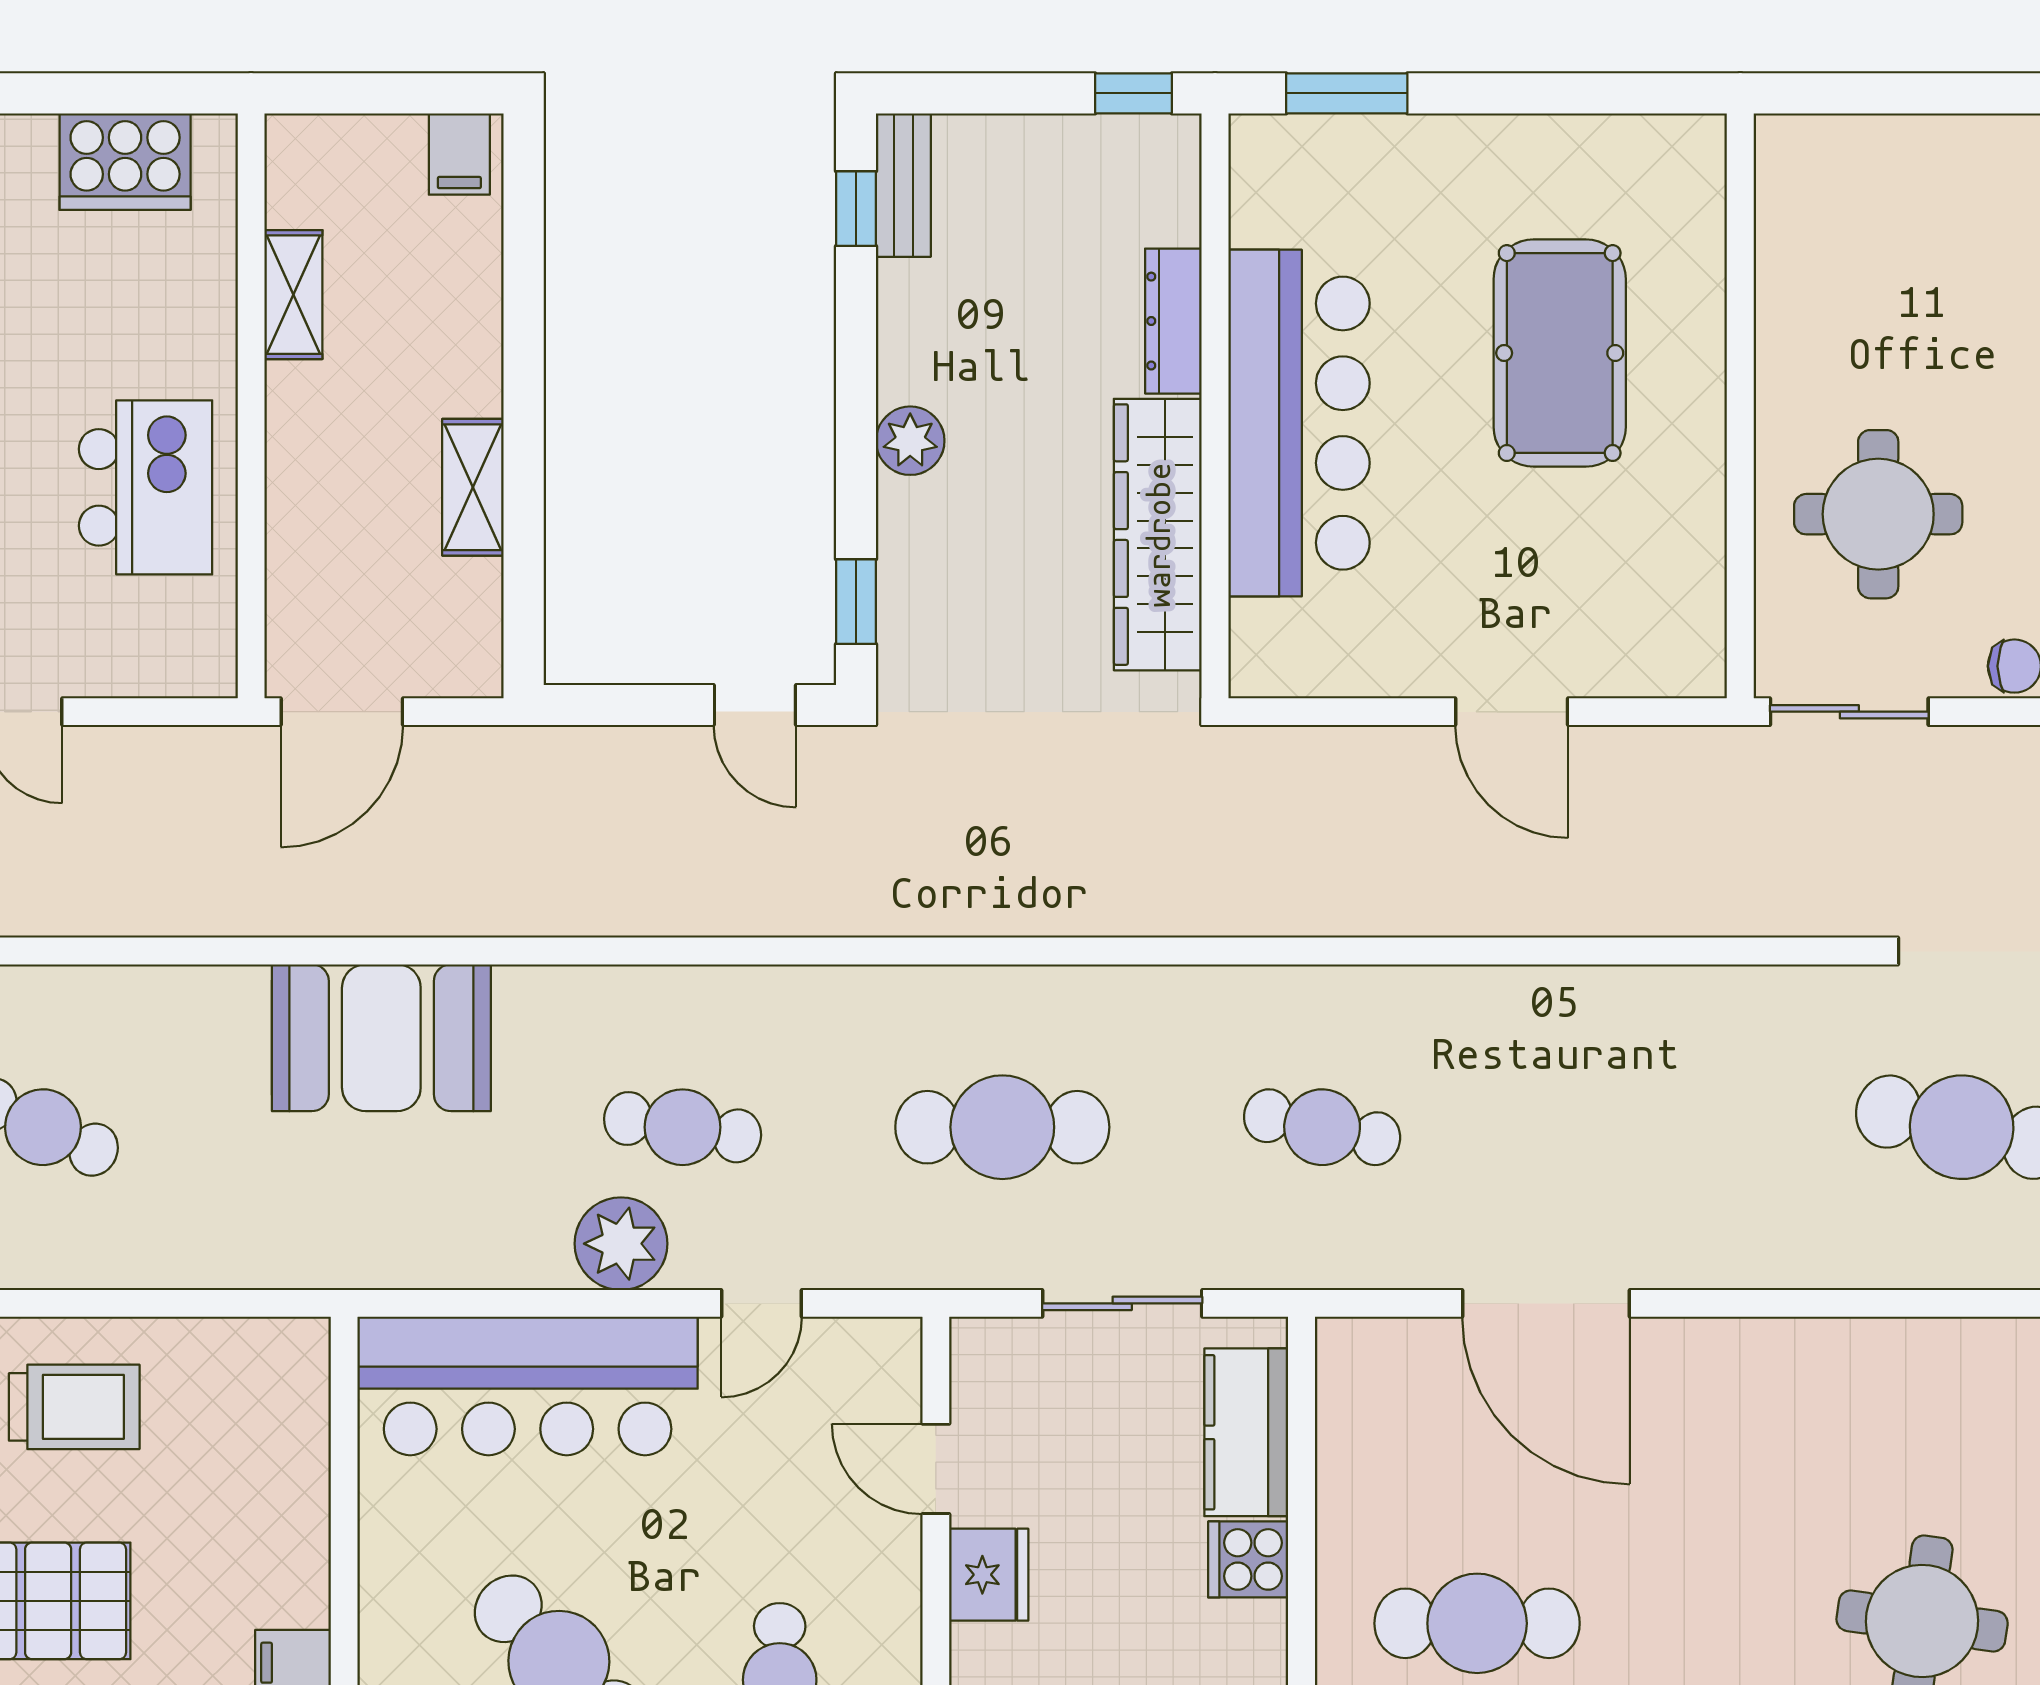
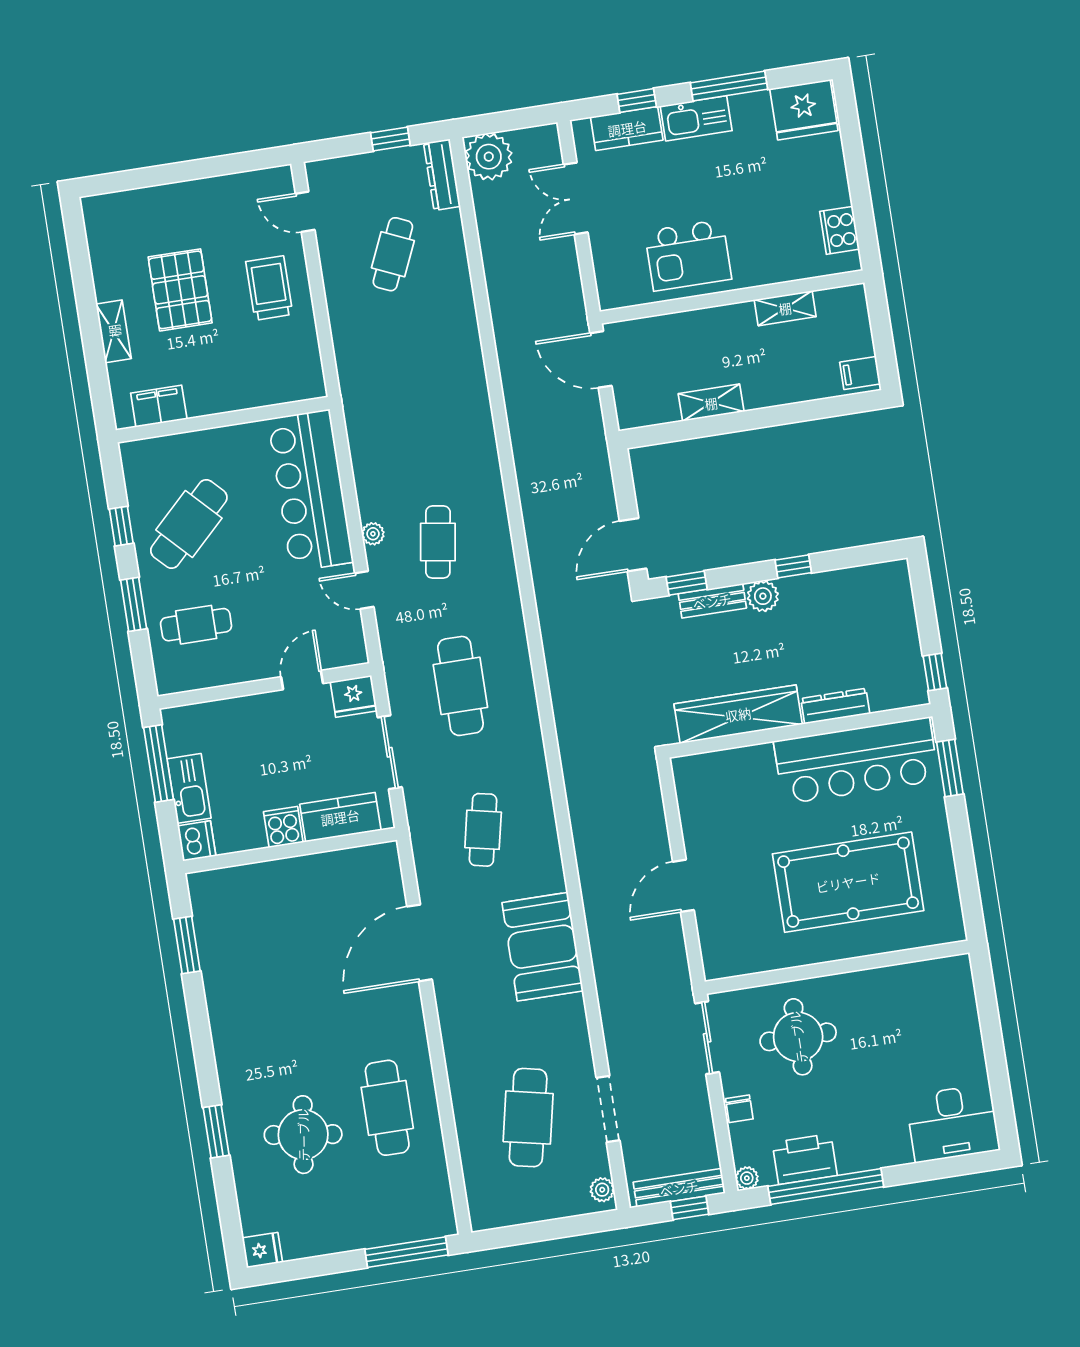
cooker: (125, 162) -> (840, 230), width x0.73, depth x0.76
bench: (903, 185) -> (712, 601), moved
window: (856, 209) -> (793, 566), moved
pool table: (1560, 353) -> (848, 882), width x1.36, depth x1.32
bar counter: (1299, 423) -> (856, 761), moved
door: (755, 705) -> (633, 545), width x1.38
booth: (381, 1038) -> (543, 947), moved
plant: (621, 1244) -> (373, 534), width x0.53, depth x0.53
trolley: (74, 1407) -> (269, 288), turned 180
fridge: (989, 1575) -> (354, 696), moved
cafe table: (1477, 1623) -> (387, 1108), moved

